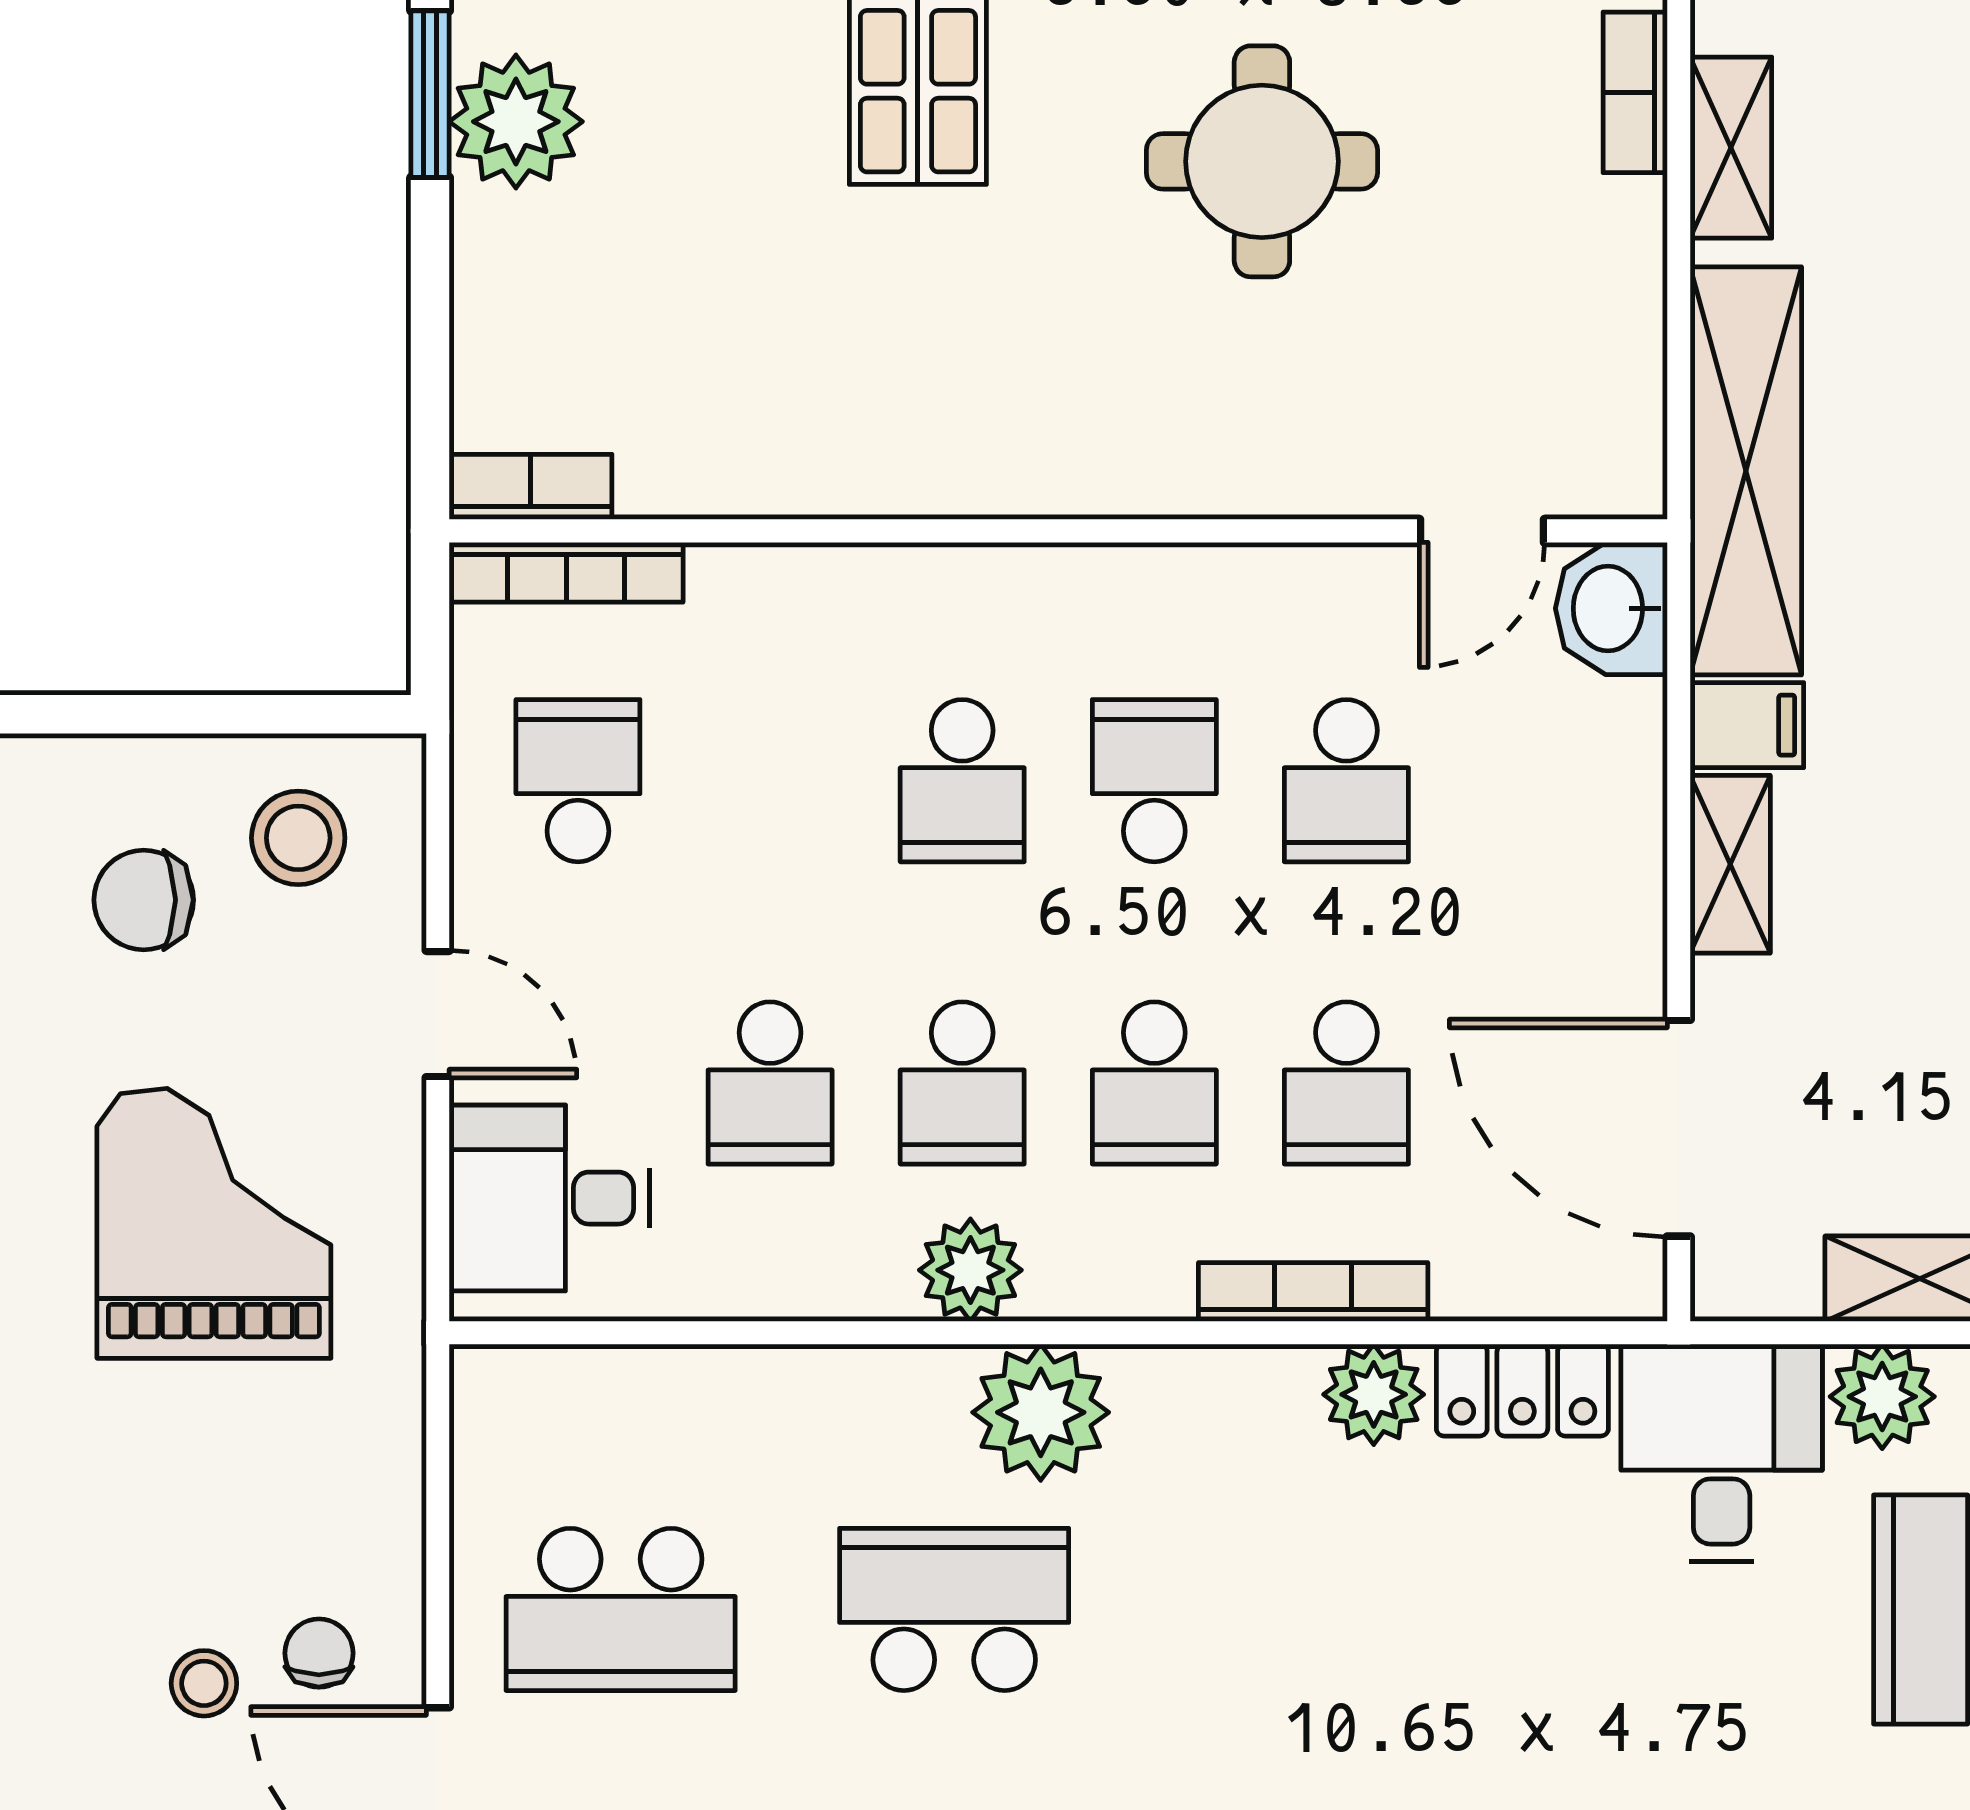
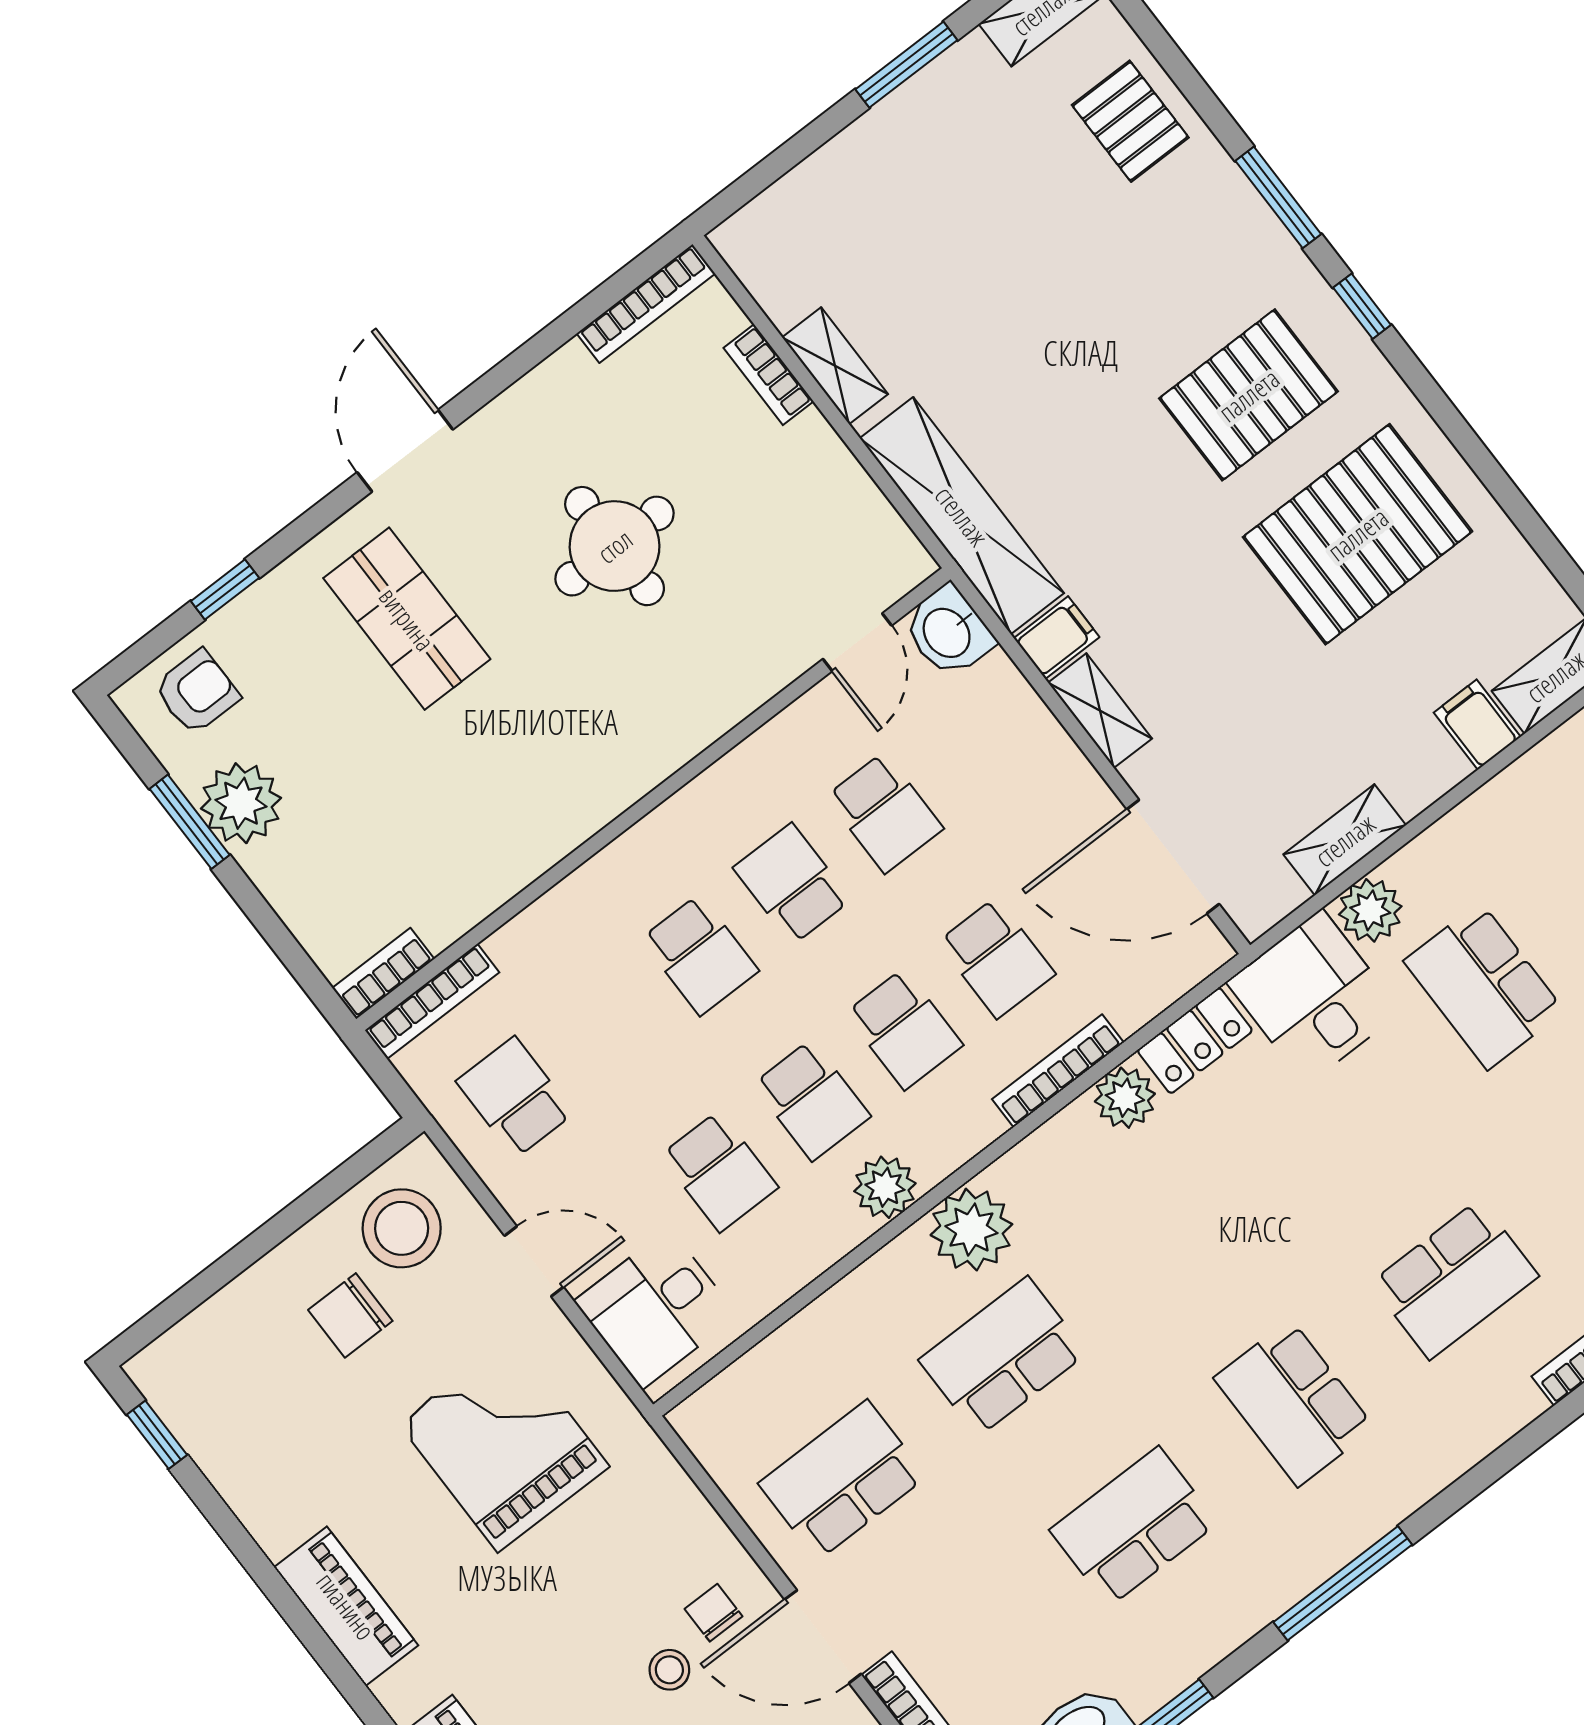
stool: (298, 838) -> (402, 1228), width x1.38, depth x1.38
school desk: (621, 1609) -> (842, 1480), turned 180

